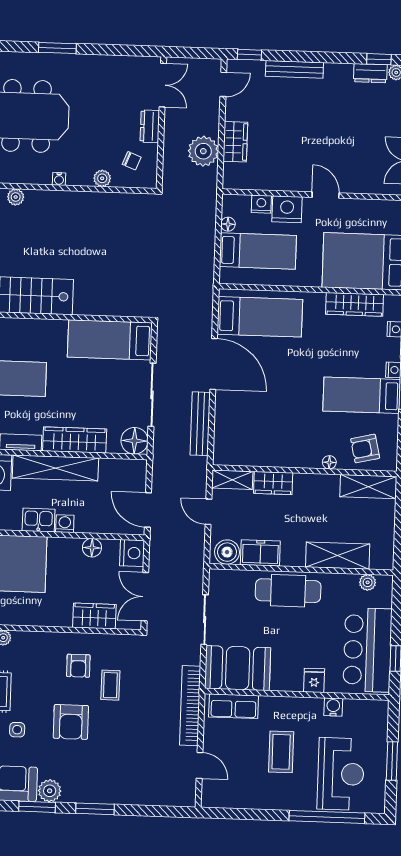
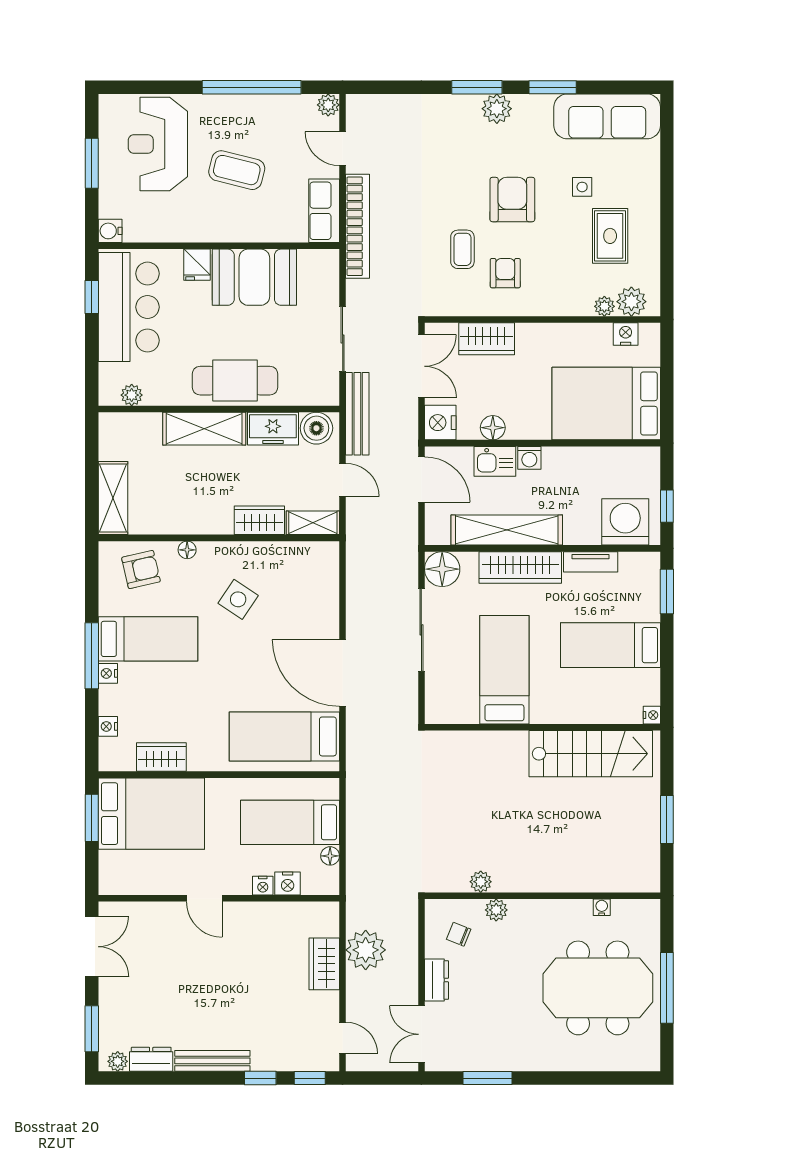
window: (57, 48) -> (487, 1078), moved
window: (379, 59) -> (260, 1078), moved
bench: (294, 69) -> (212, 1061), moved
door: (223, 84) -> (343, 1038), swing flipped
water cooler: (59, 179) -> (602, 907), moved
plant: (16, 197) -> (481, 882), moved
nightstand: (287, 209) -> (263, 886), width x0.53, depth x0.56
wardrobe: (355, 304) -> (161, 757), width x0.67
bed: (110, 340) -> (504, 670), moved, turned -90
side table: (292, 423) -> (238, 599), added
bench: (200, 424) -> (357, 414), moved
shelving: (55, 468) -> (507, 530), moved
shelving: (368, 487) -> (113, 498), moved, turned 90
kitchen sink: (39, 520) -> (495, 461), moved
shelving: (338, 556) -> (204, 429), moved
booth: (238, 668) -> (254, 277), moved
row of seats: (234, 706) -> (324, 211), moved, turned -90
water cooler: (333, 707) -> (110, 231), moved, turned 90
coffee table: (281, 752) -> (237, 170), turned -76
plant: (50, 791) -> (497, 109), moved
plant: (209, 799) -> (328, 105), added
window: (327, 817) -> (252, 87), moved

